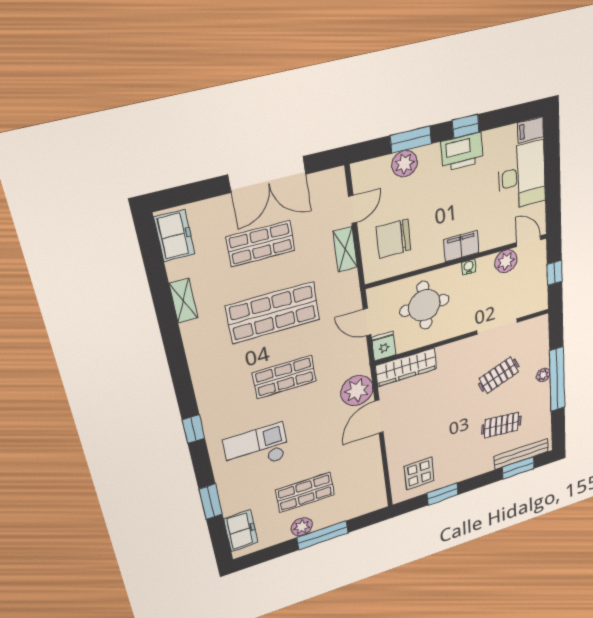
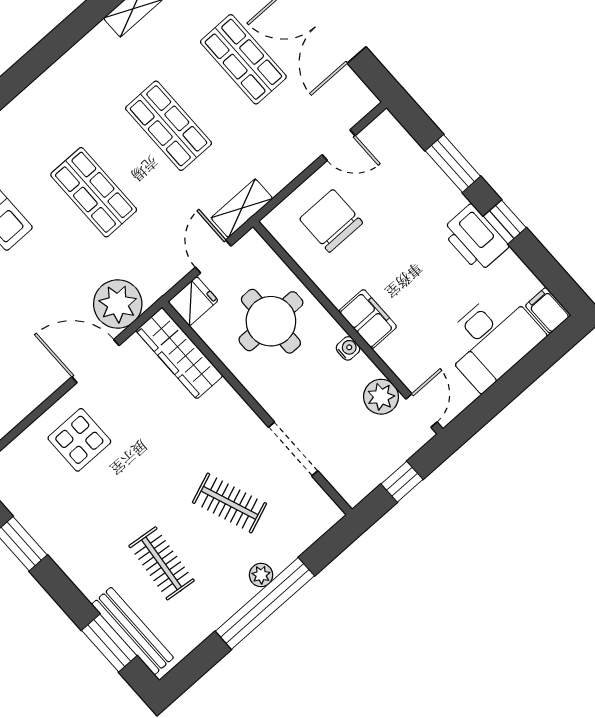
plant: (405, 164) -> (423, 175), removed
shelving: (345, 249) -> (242, 208), moved
shop shelf: (273, 313) -> (169, 126), width x0.70, depth x0.74
display table: (419, 473) -> (79, 440), moved

